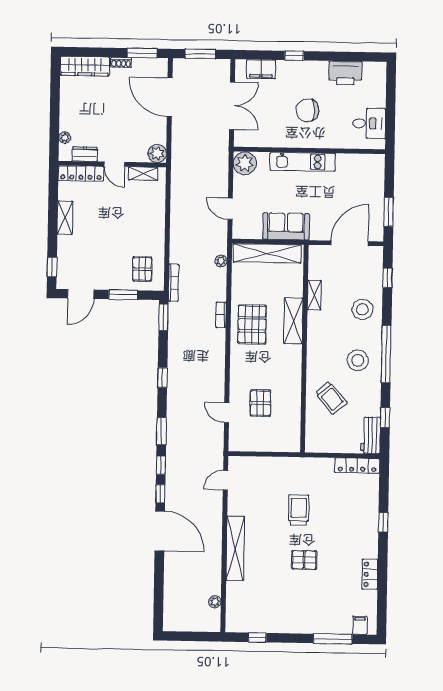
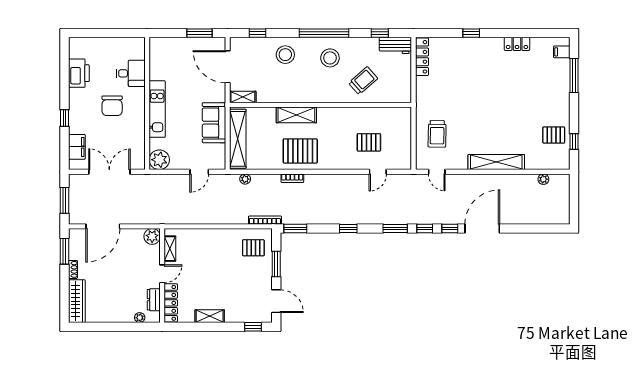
desk: (369, 123) -> (131, 73), moved, turned 90
shelving: (314, 295) -> (243, 97), moved
trolley: (299, 510) -> (437, 134), moved, turned -89
pallet: (304, 560) -> (554, 135), moved, turned 90

